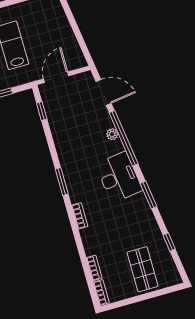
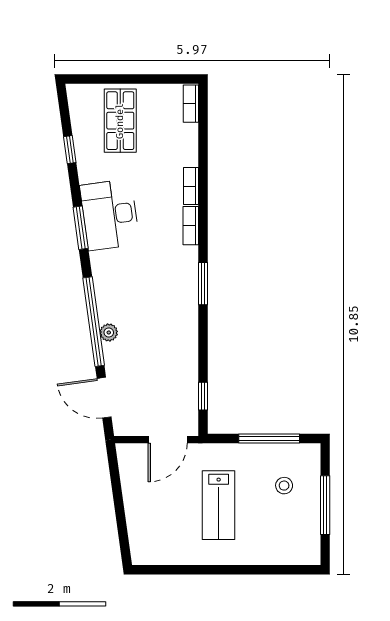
desk: (119, 177) -> (110, 215), moved
bookcase: (94, 268) -> (191, 186), moved

